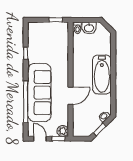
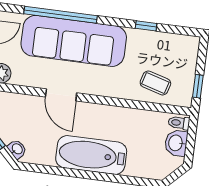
coffee table: (57, 44) -> (155, 83), added

